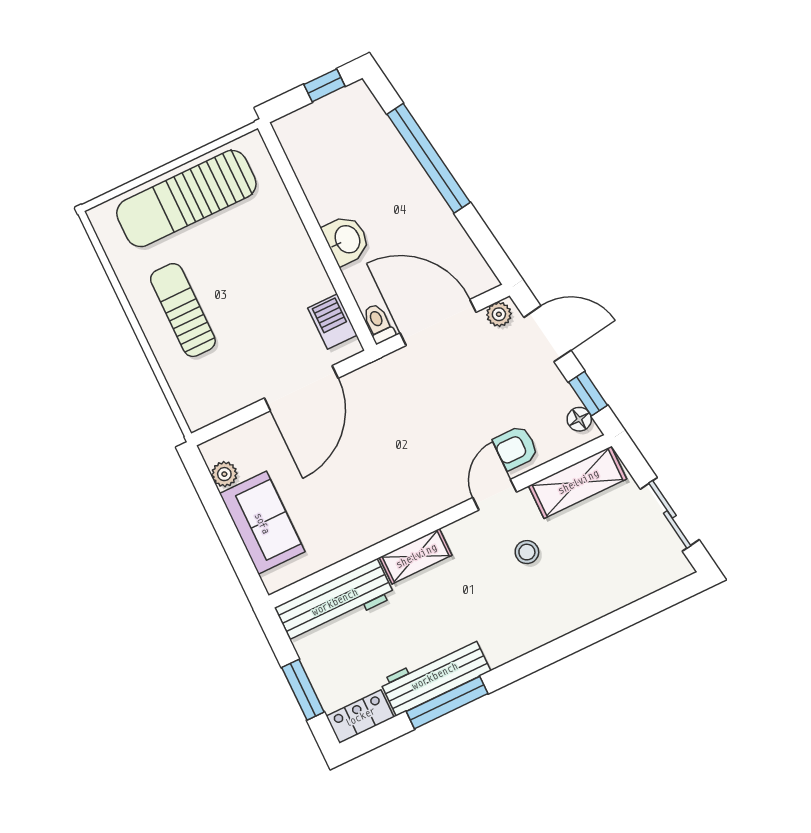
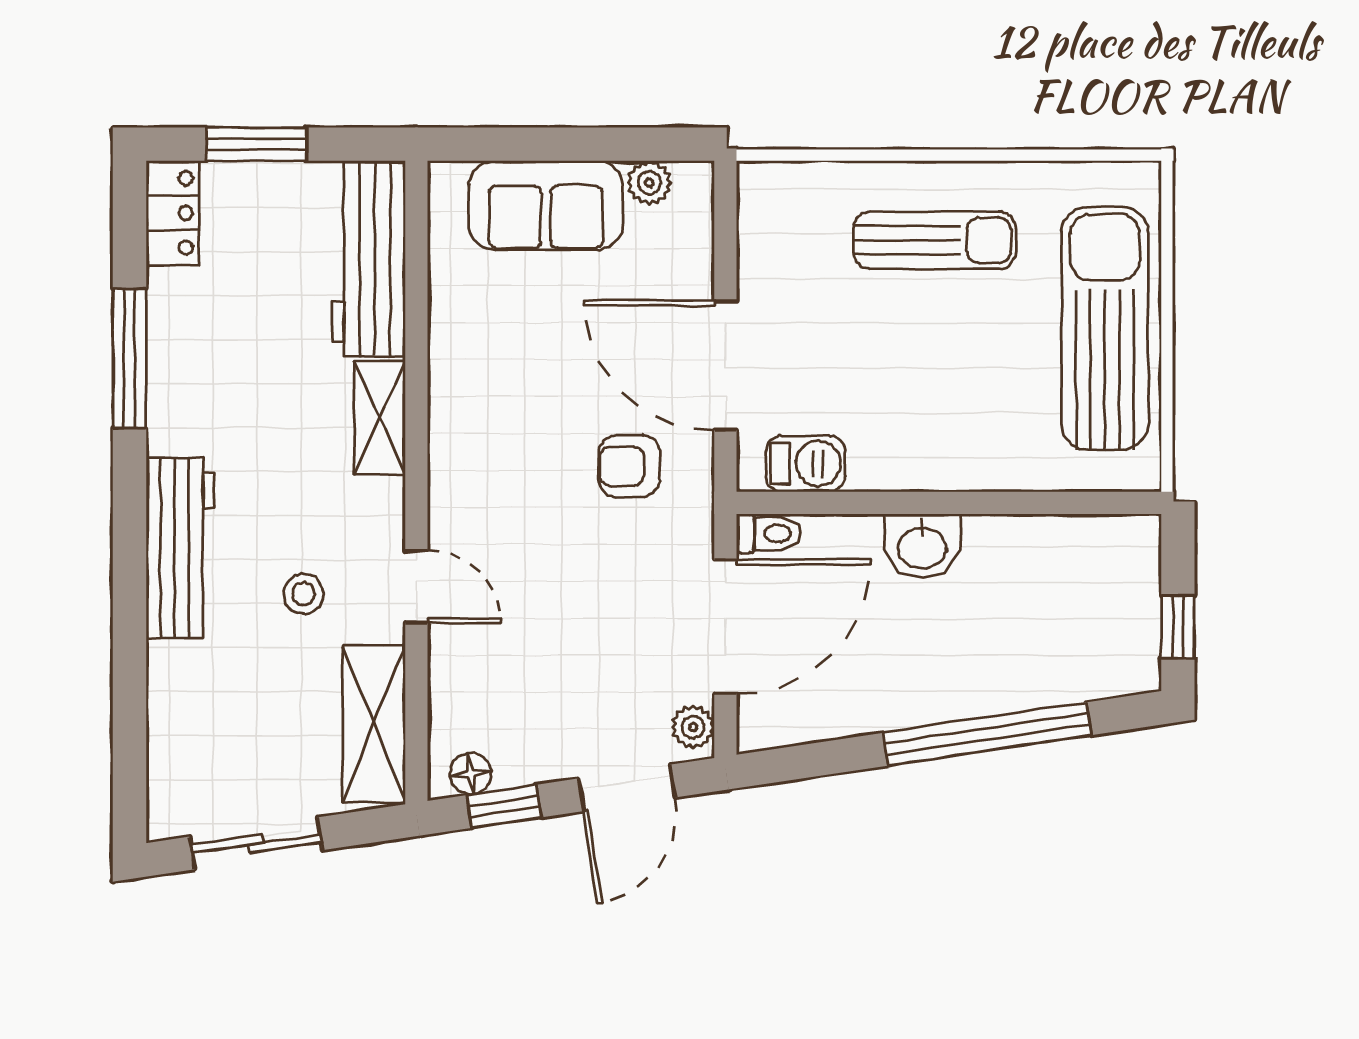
armchair: (516, 448) -> (629, 466), moved, turned -90
workbench: (435, 676) -> (180, 548), moved

